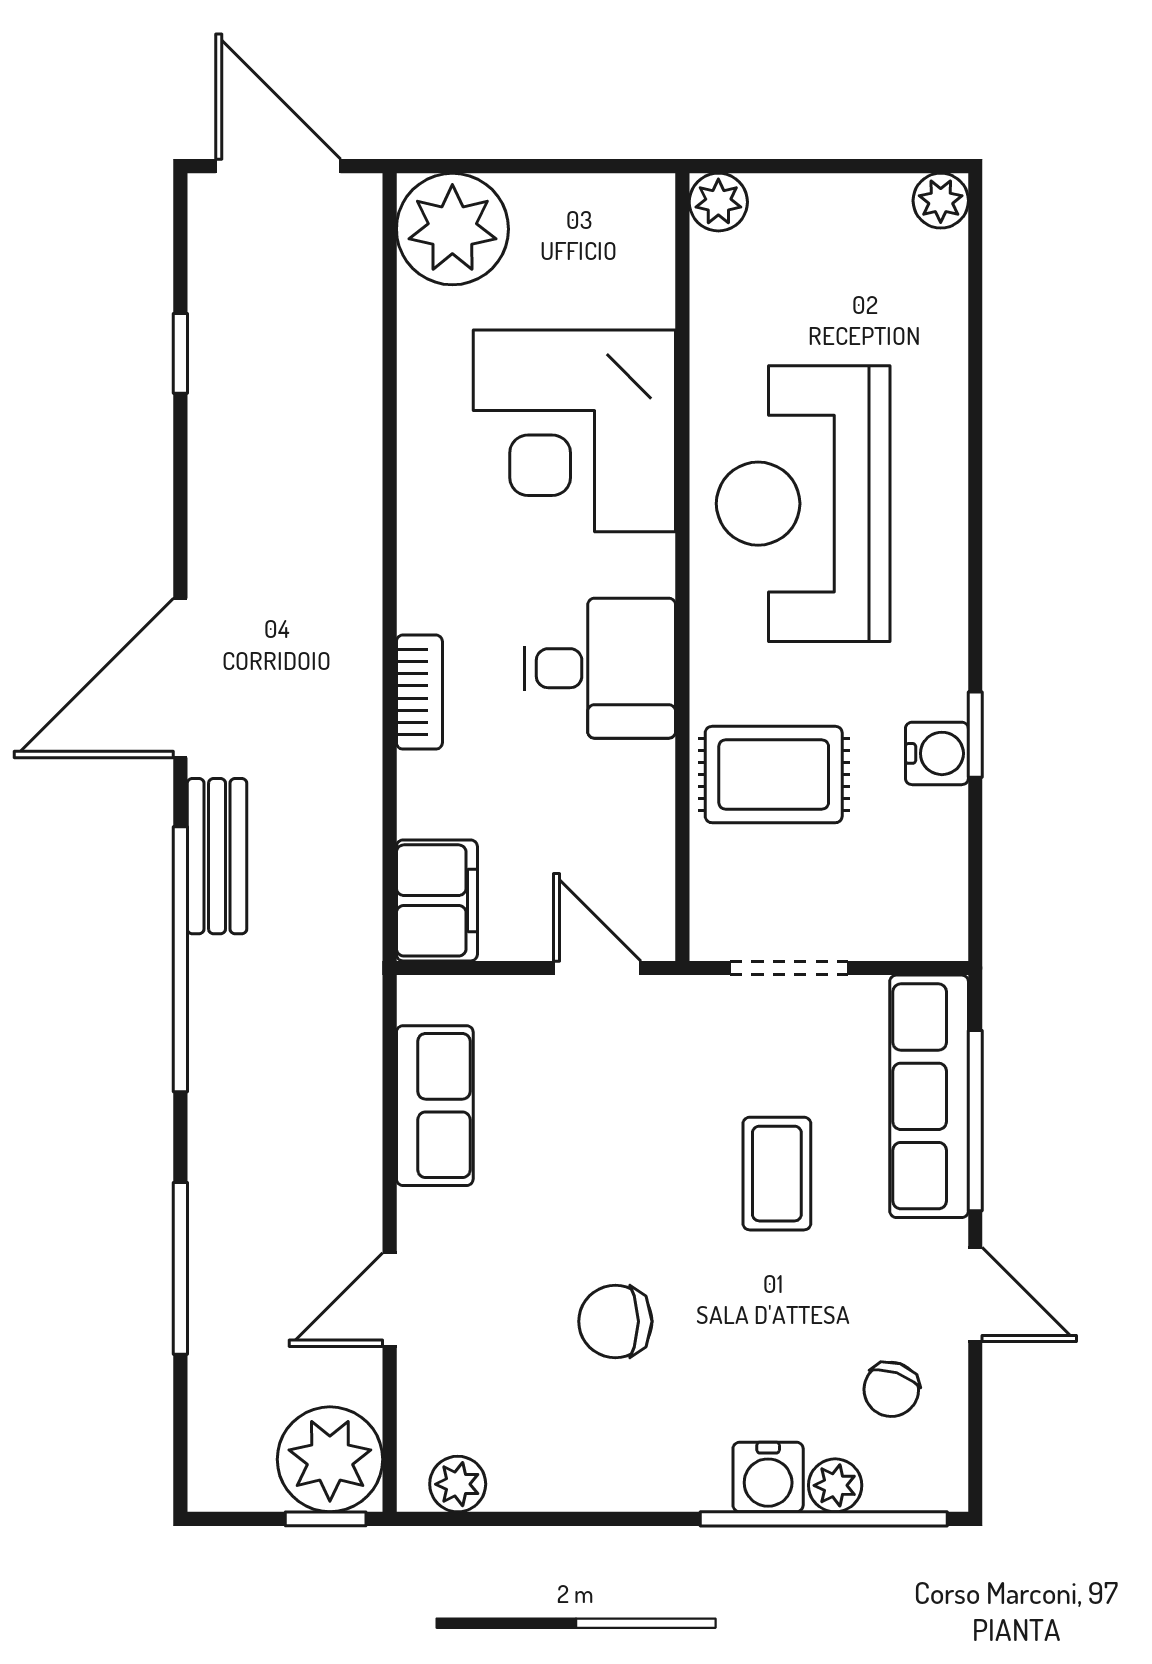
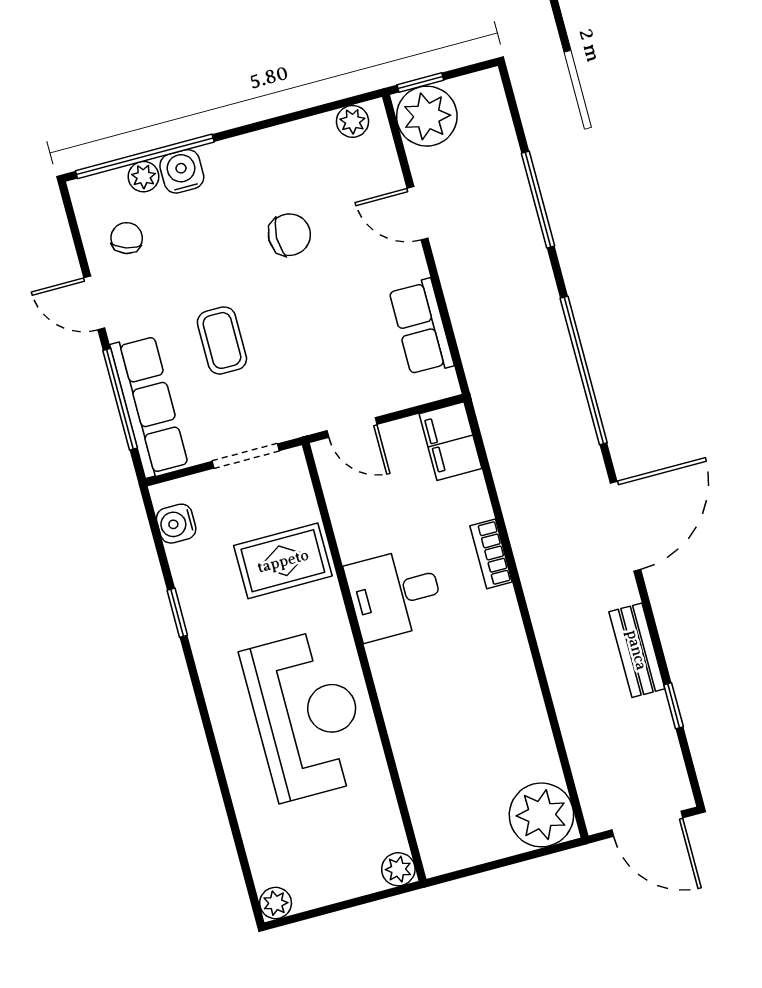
corner desk: (574, 431) -> (444, 721), removed
water cooler: (937, 753) -> (176, 524), moved
bench: (217, 856) -> (637, 650), moved
door: (390, 1300) -> (418, 213), swing flipped

